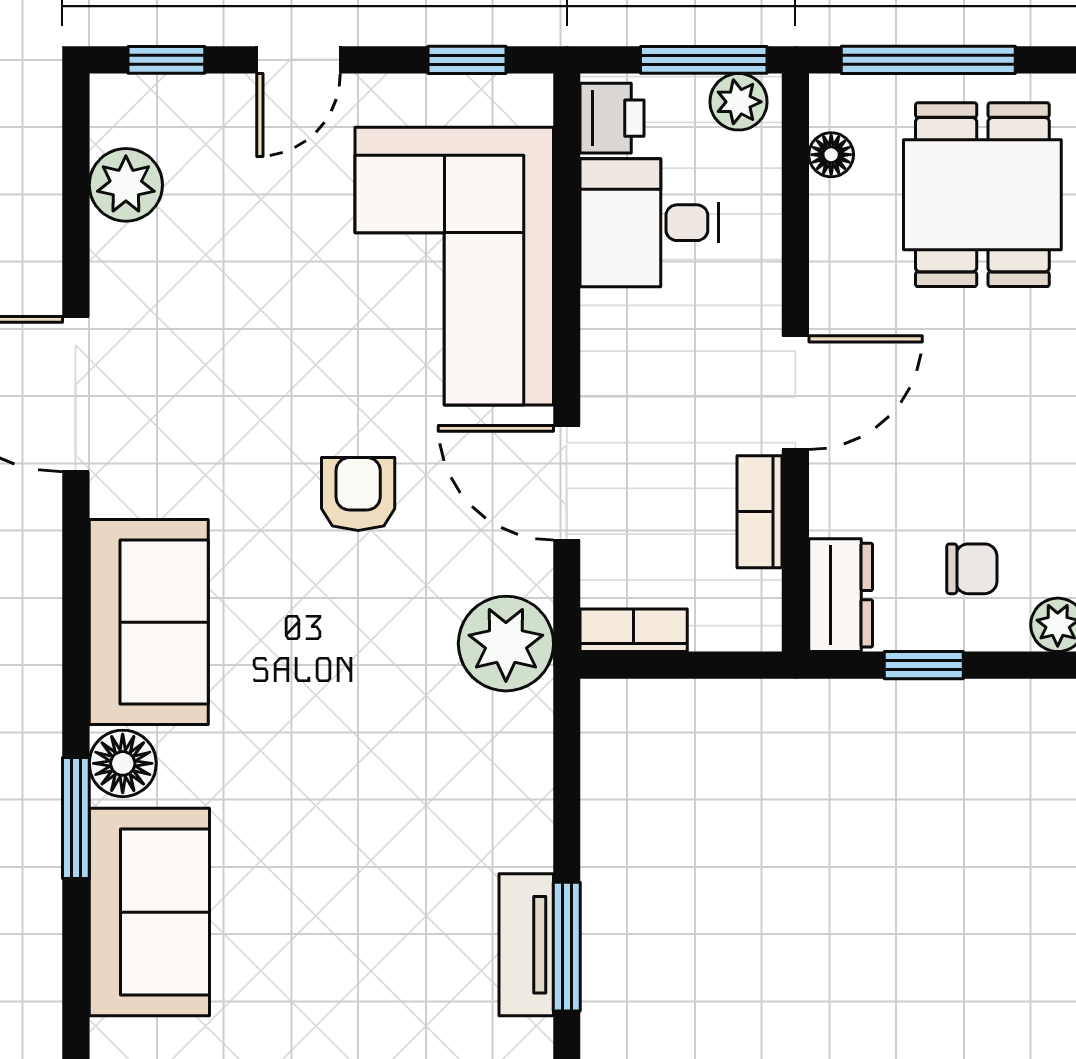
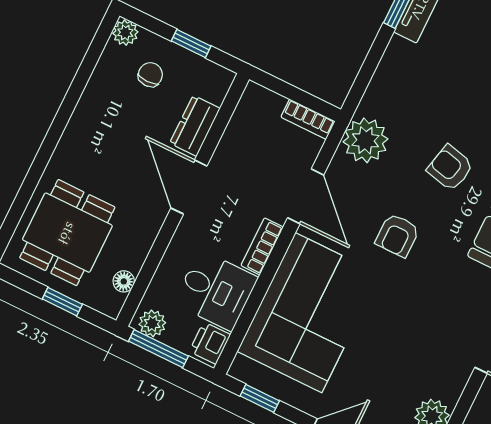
window: (928, 60) -> (62, 302), width x0.46
door: (795, 393) -> (189, 187), hinge flipped
bookcase: (760, 512) -> (262, 246), moved, turned 180
chair: (972, 569) -> (150, 75), turned 90
dresser: (841, 595) -> (195, 126), moved
armchair: (321, 670) -> (450, 168), added

